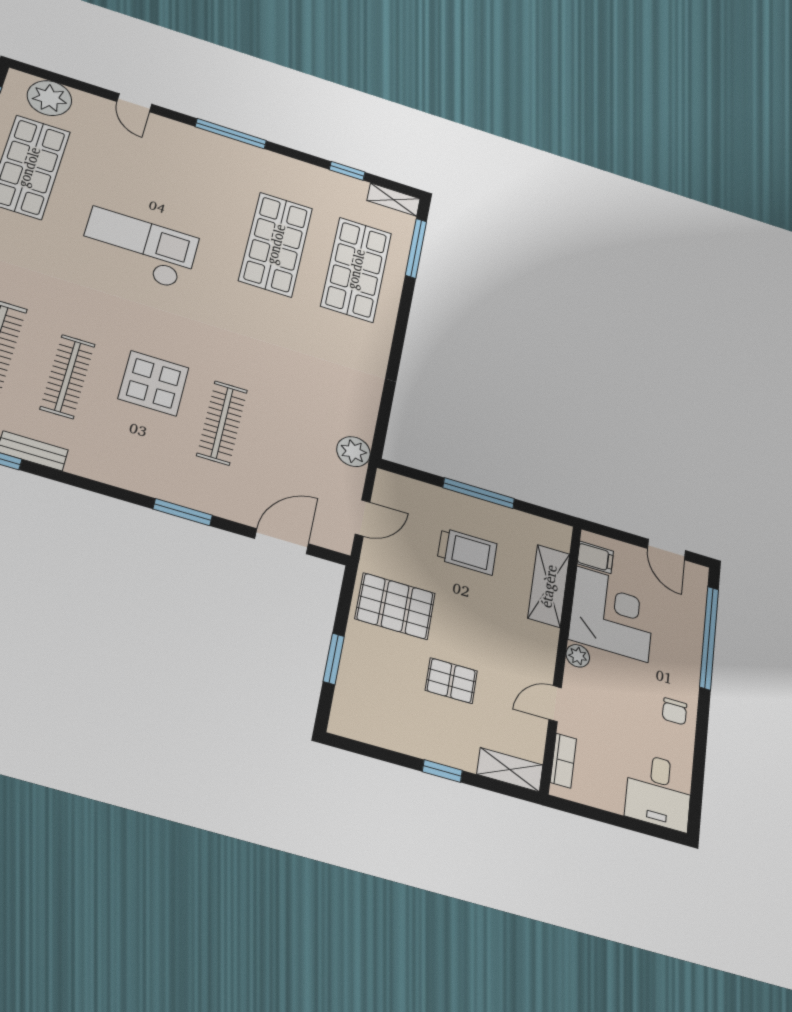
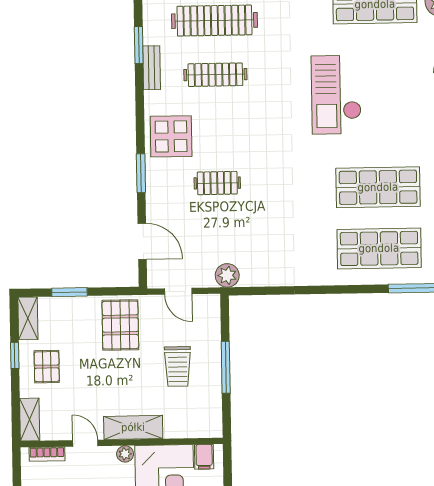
checkout: (139, 248) -> (336, 95), turned 180
display table: (154, 383) -> (171, 136), moved
clothes rail: (222, 423) -> (217, 183), width x0.73
shelving: (549, 586) -> (133, 427), moved
pallet: (451, 681) -> (47, 367), moved
shelving: (361, 728) -> (28, 318), added
window: (442, 771) -> (15, 355), moved

